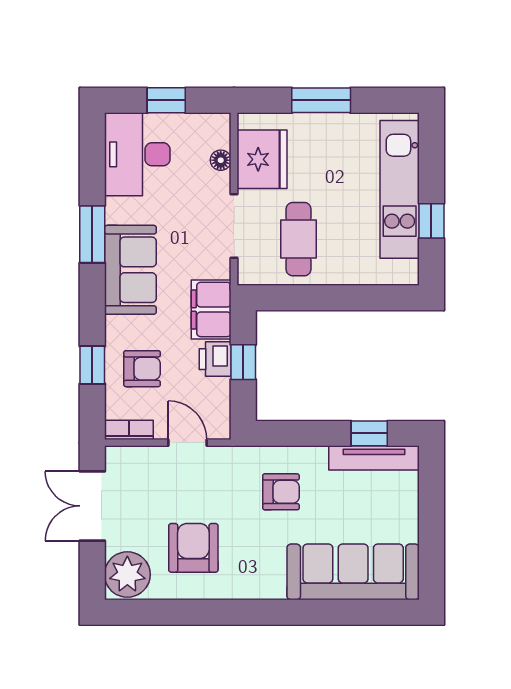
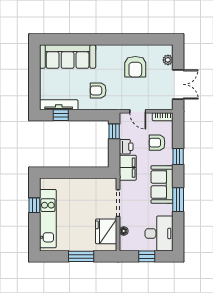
cafe table: (299, 239) -> (91, 198), removed
window: (243, 362) -> (114, 131), moved
window: (92, 365) -> (178, 156), moved
plant: (127, 574) -> (168, 60), width x0.53, depth x0.53

